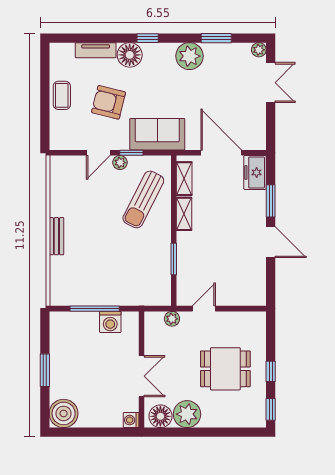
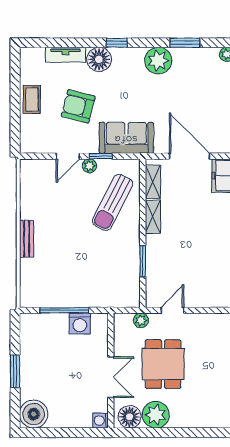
dining table: (225, 369) -> (163, 364), moved, turned 90

